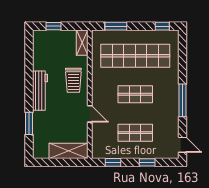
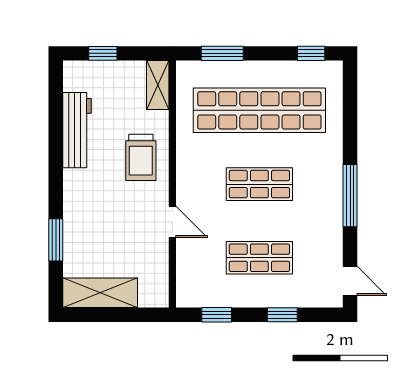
workbench: (40, 91) -> (77, 130), moved
shelving: (69, 151) -> (100, 293), moved

